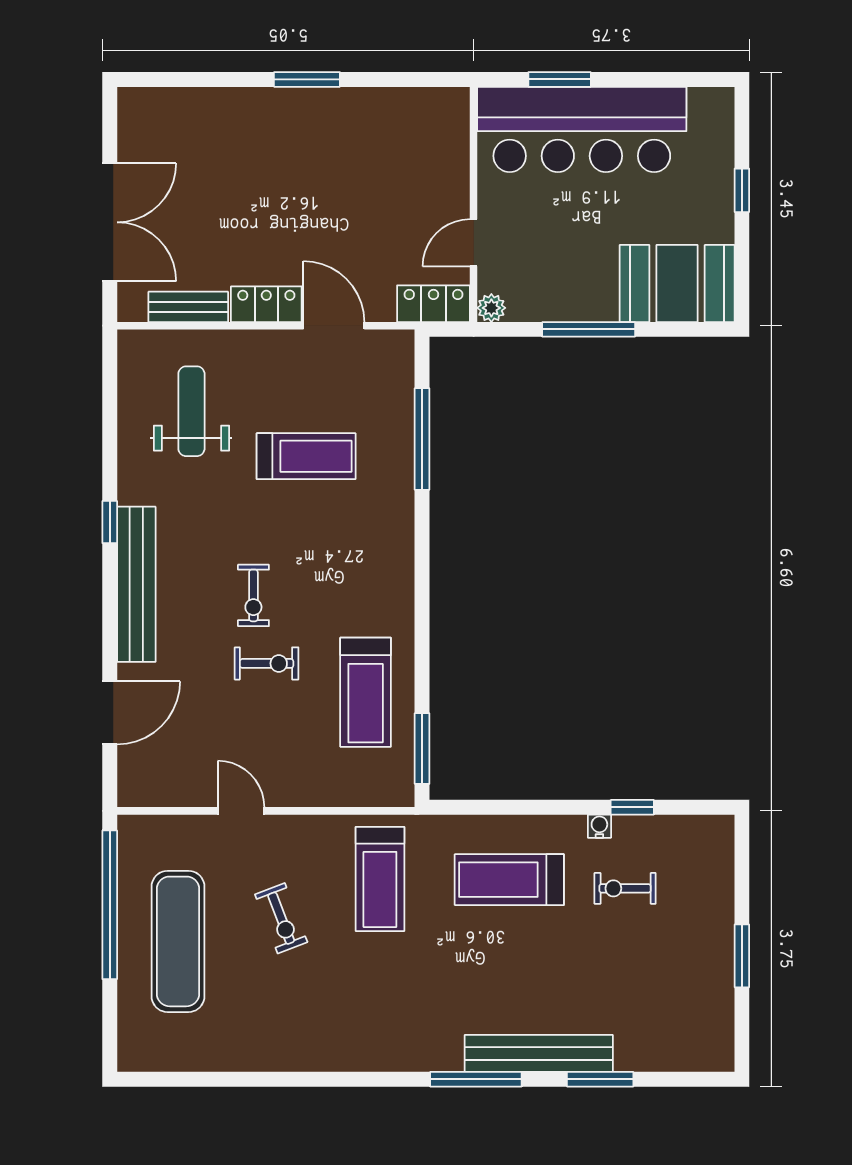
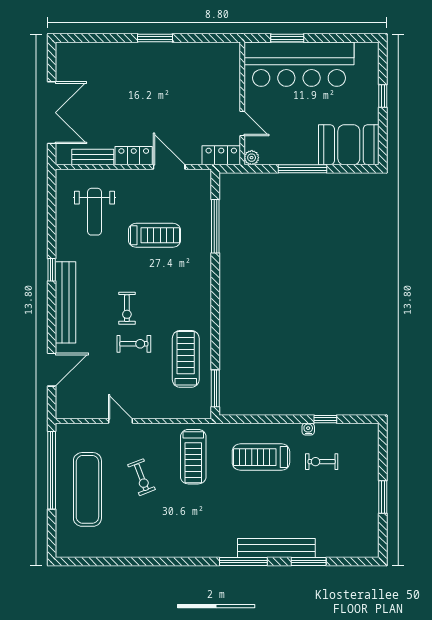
door: (474, 243) -> (242, 124), swing flipped
weight bench: (191, 411) -> (95, 212), turned 180
treadmill: (366, 692) -> (186, 359), turned 180

